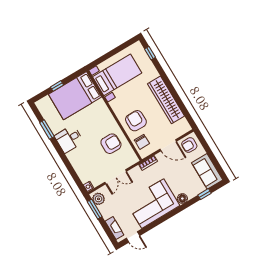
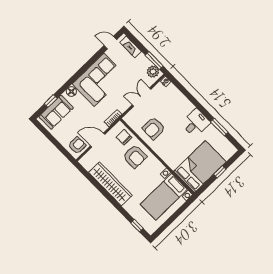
sofa: (207, 171) -> (56, 112), moved, turned 90

